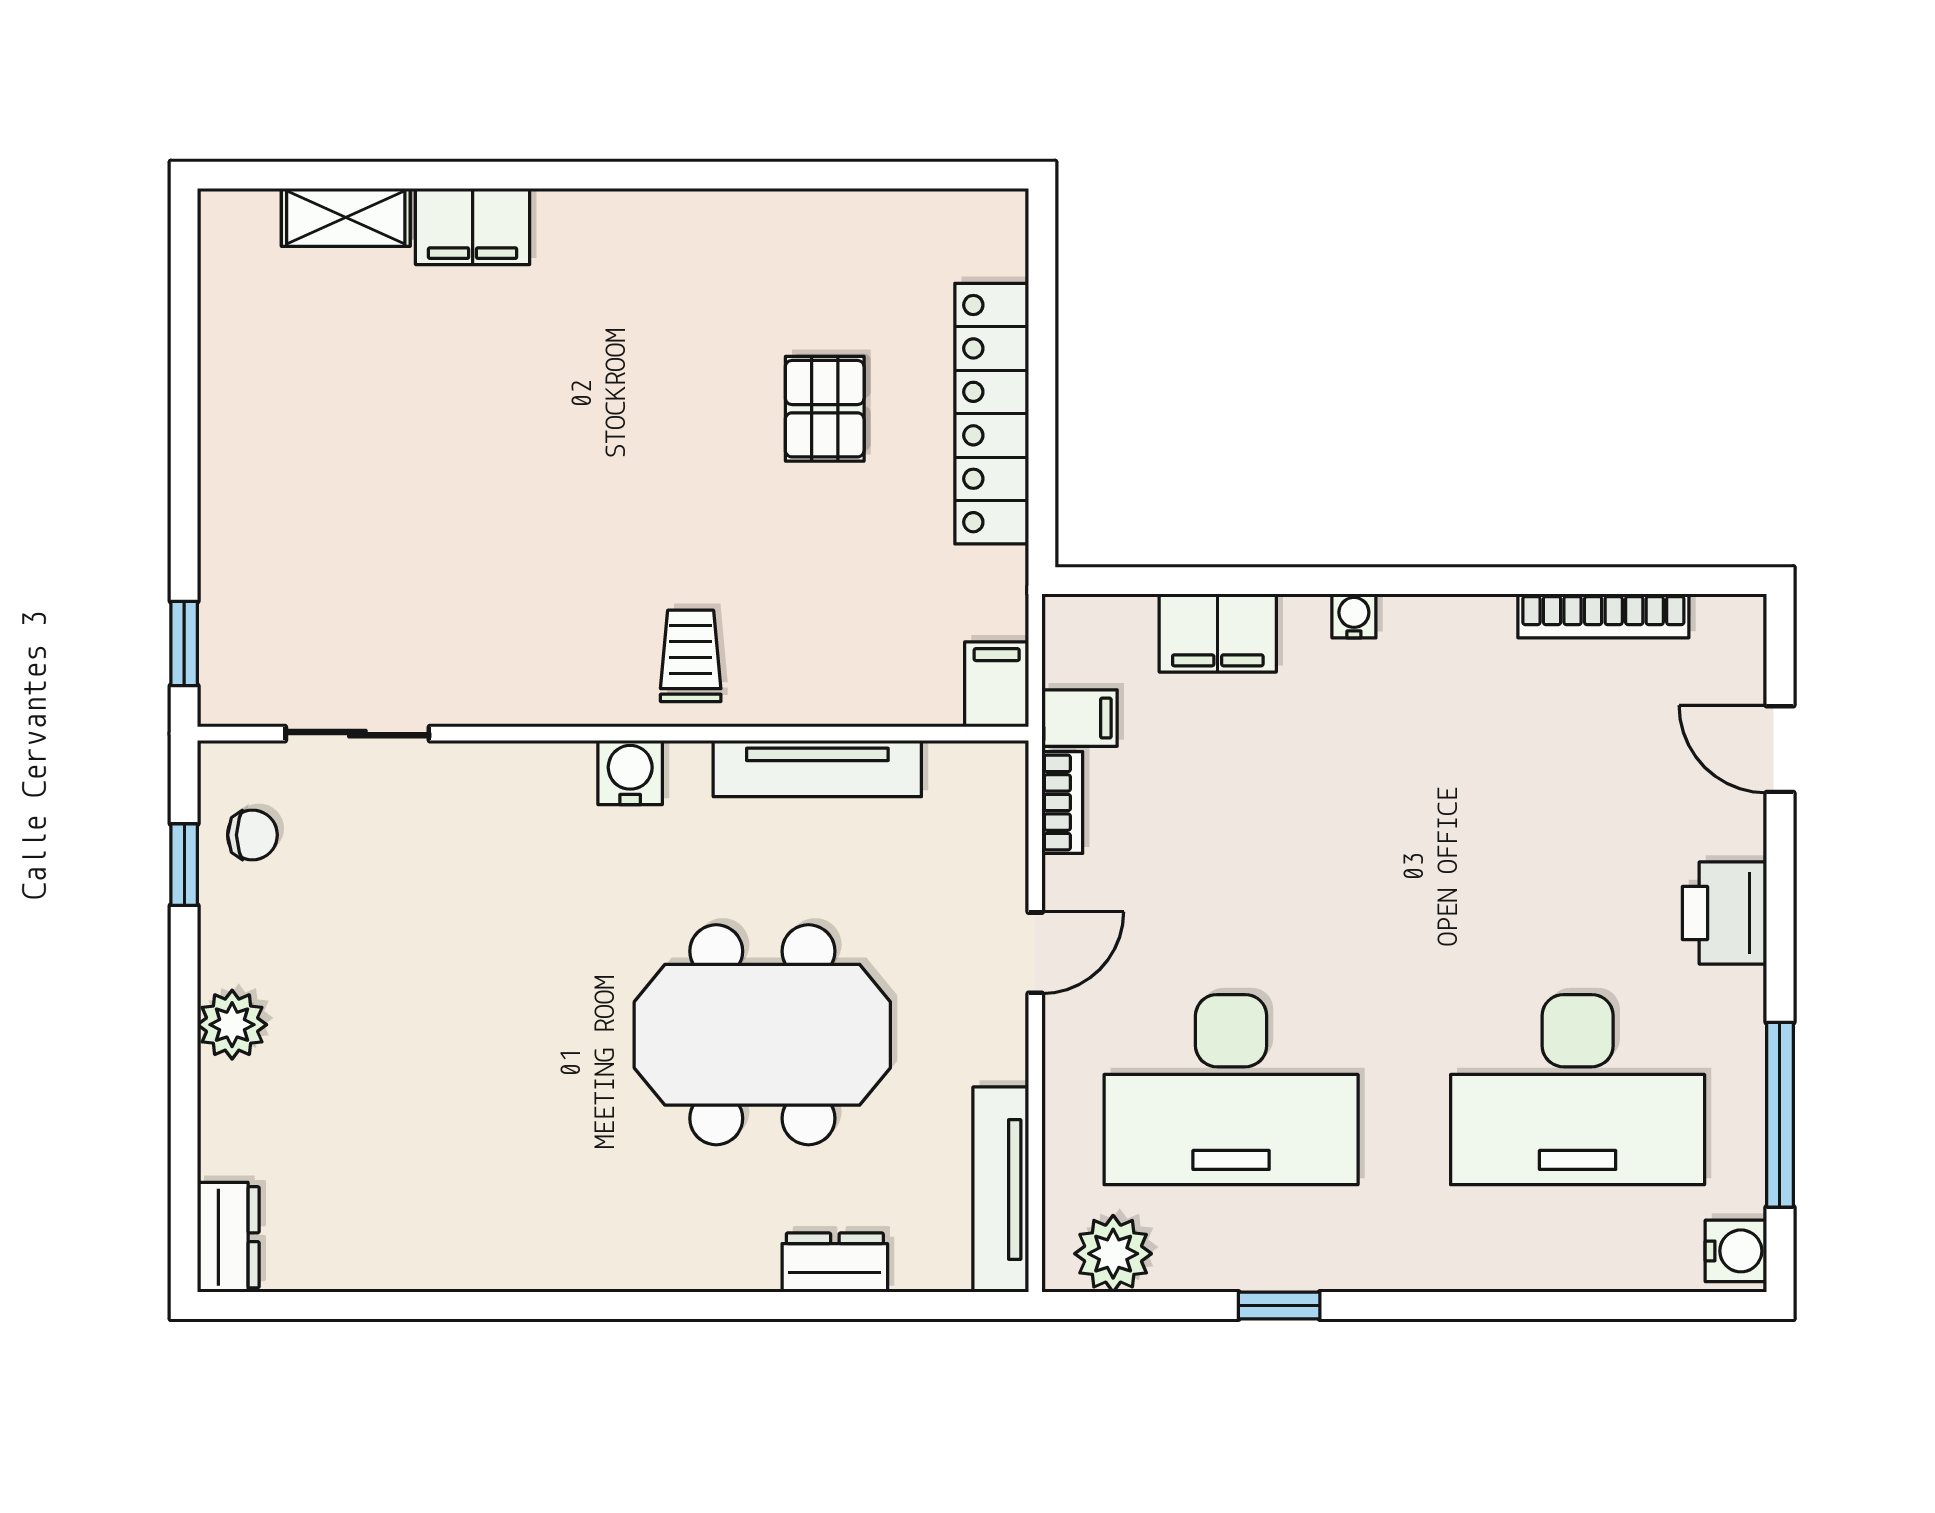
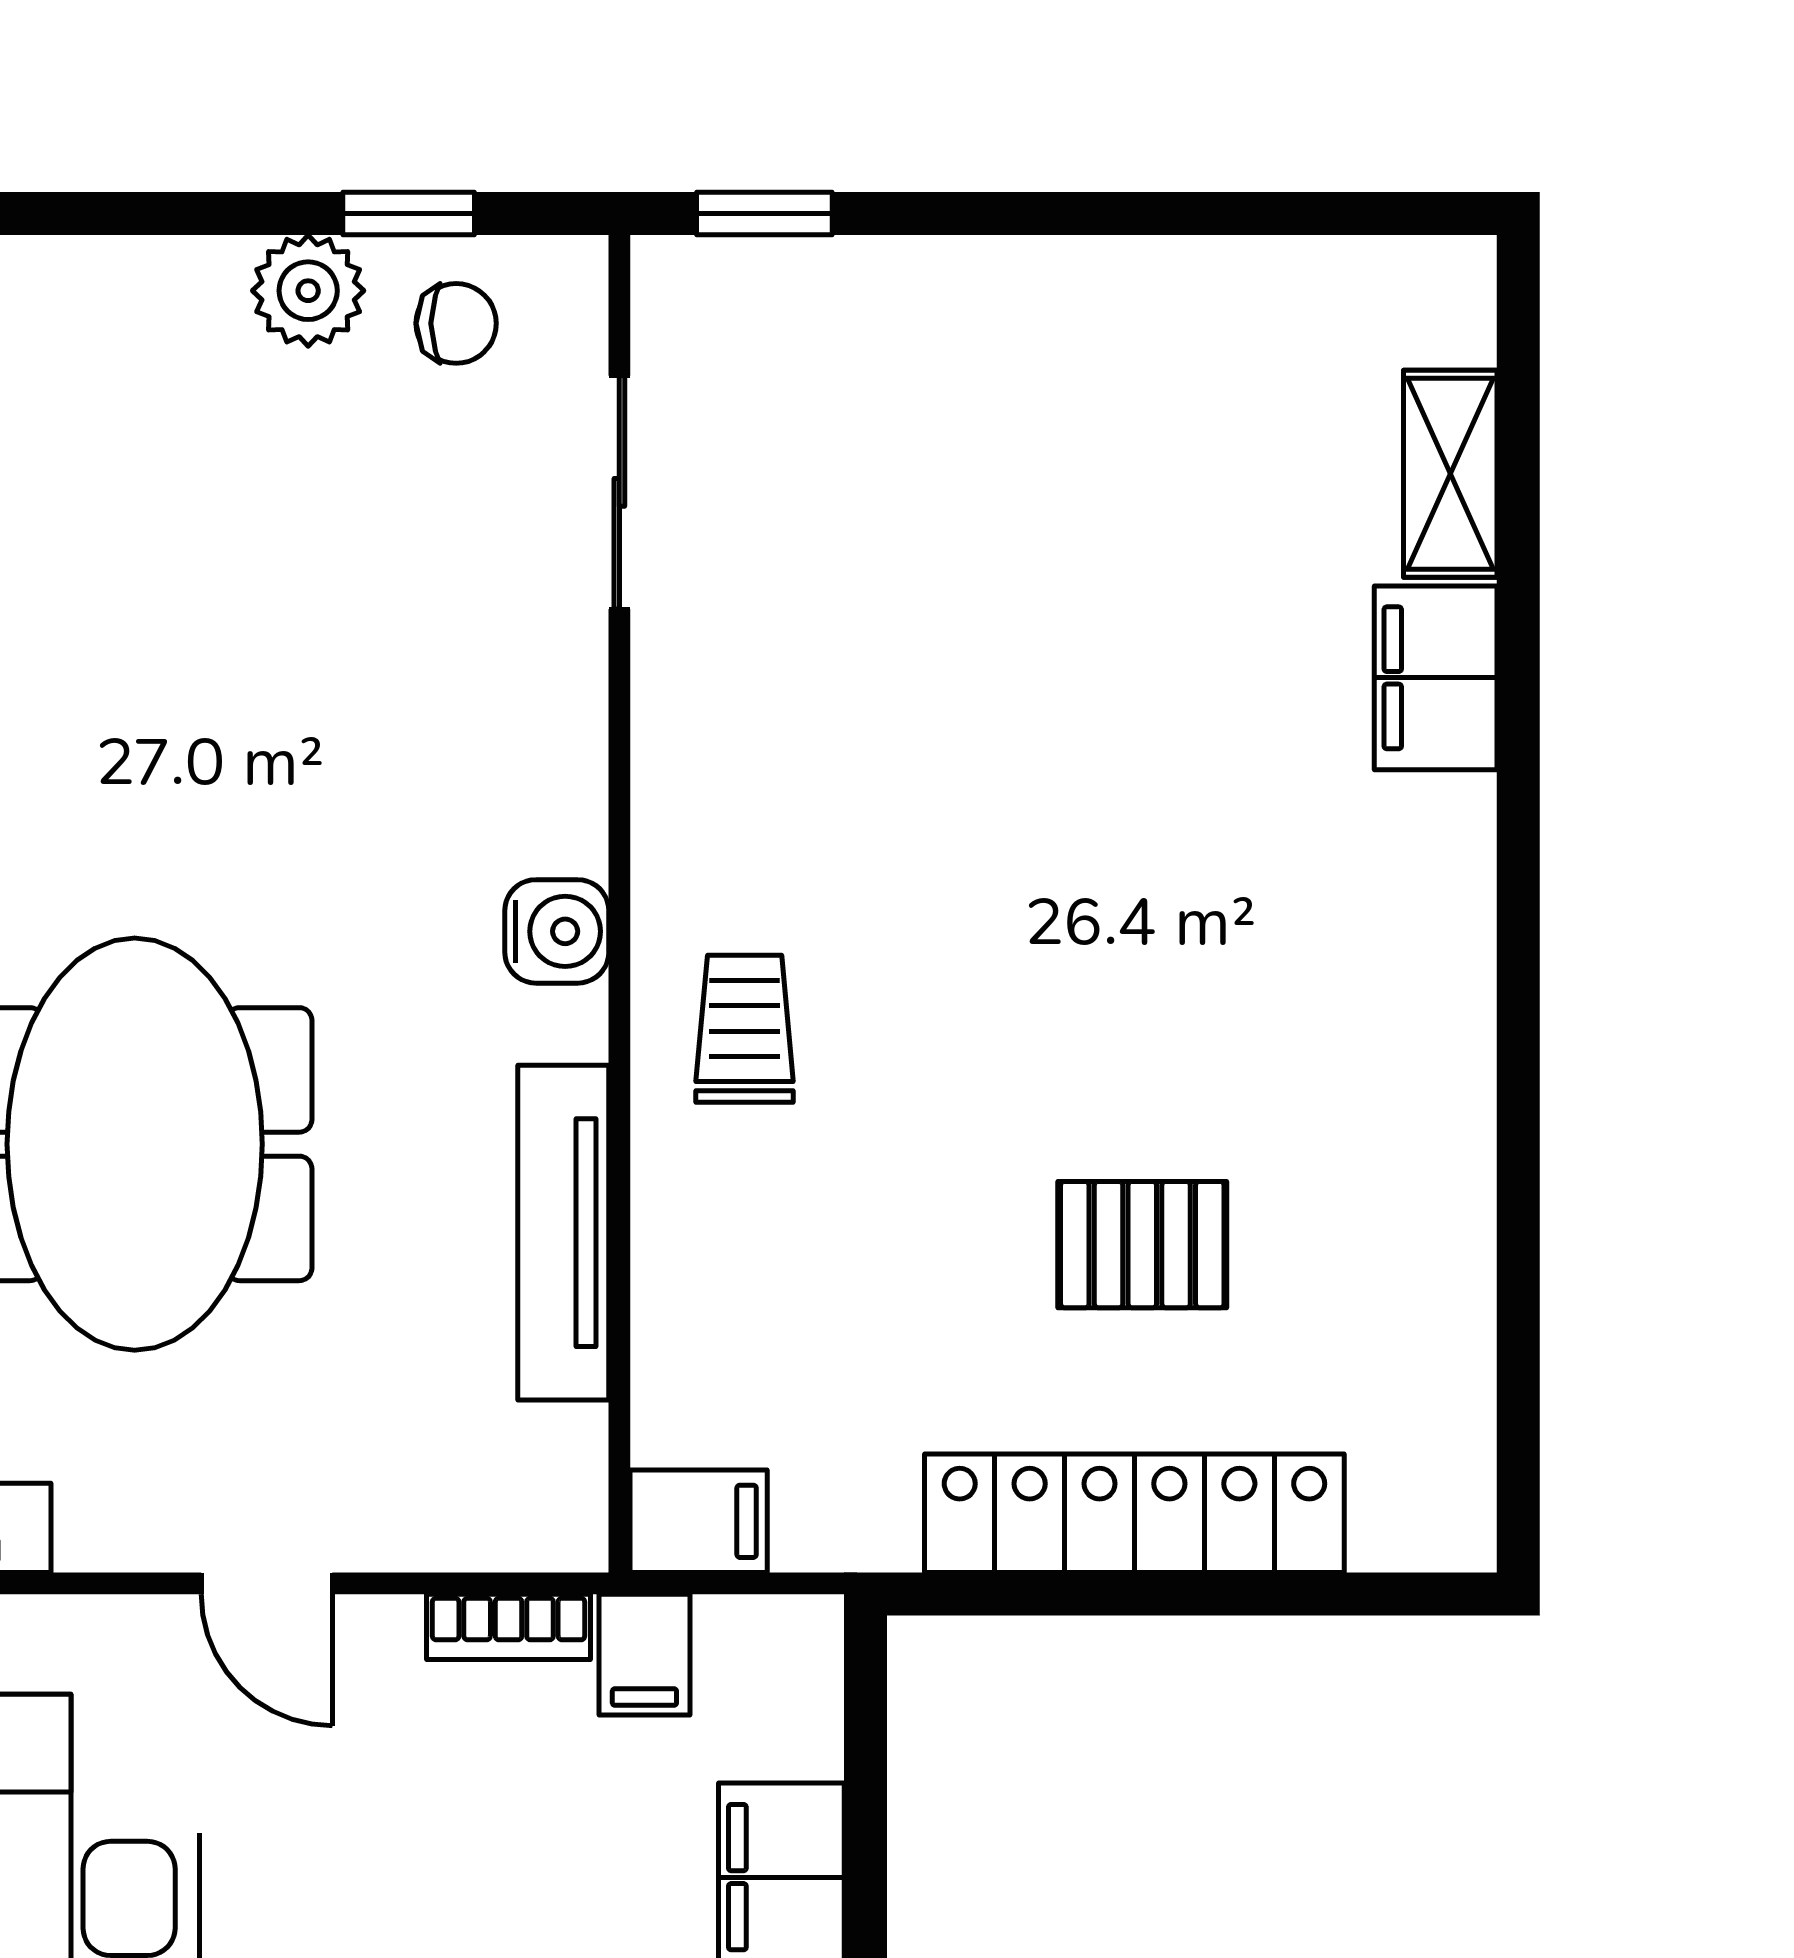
trolley: (691, 656) -> (745, 1029), turned -90
chair: (252, 835) -> (456, 323), turned -90
plant: (232, 1025) -> (308, 291), moved

